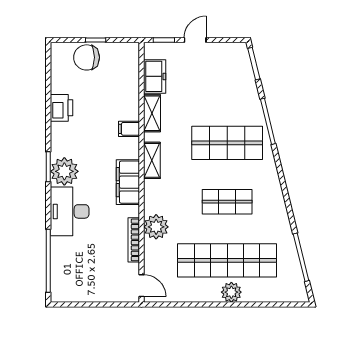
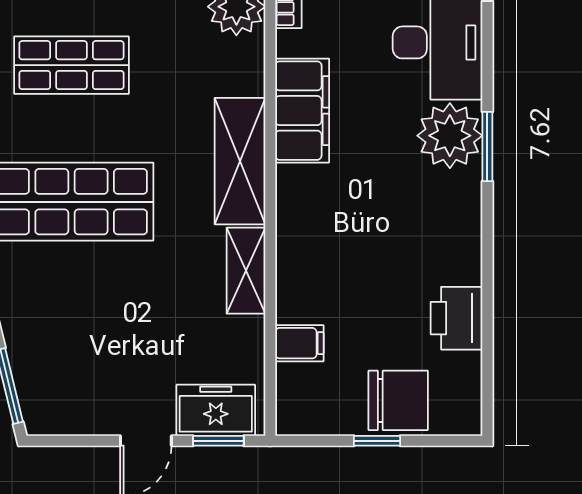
freezer: (155, 76) -> (216, 410), moved, turned 90
printer: (61, 108) -> (457, 318), moved
filing cabinet: (129, 129) -> (299, 343), moved
shelving: (152, 160) -> (240, 161), width x1.50, depth x1.33

